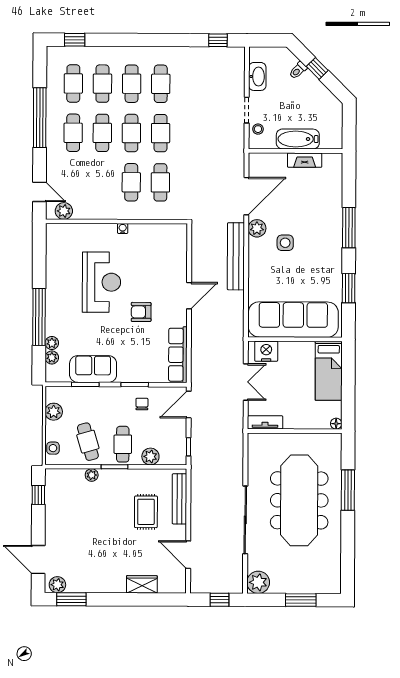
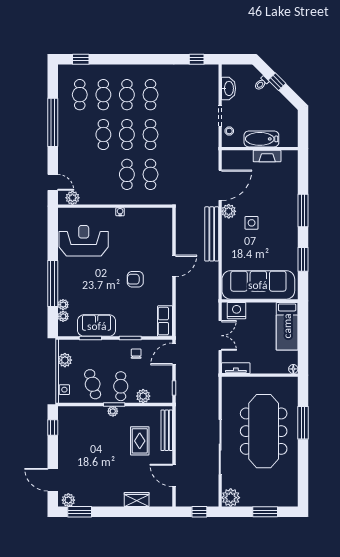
cafe table: (73, 133) -> (80, 135), removed
reception desk: (101, 282) -> (84, 241), moved, turned -90
row of seats: (178, 355) -> (165, 321), width x0.68
plant: (92, 475) -> (113, 411), moved

